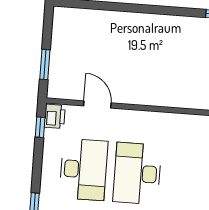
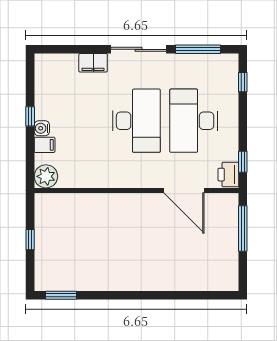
window: (45, 64) -> (243, 229), width x1.44
door: (97, 104) -> (184, 190), width x1.36

